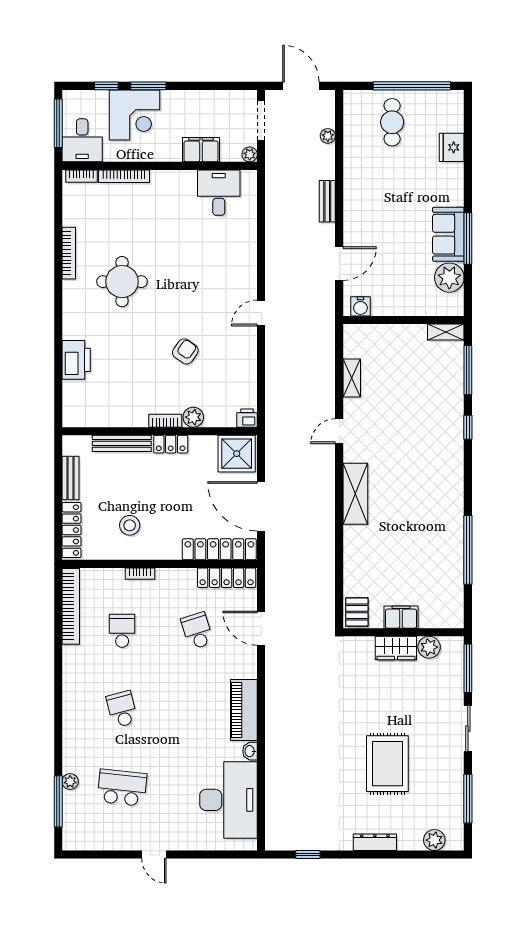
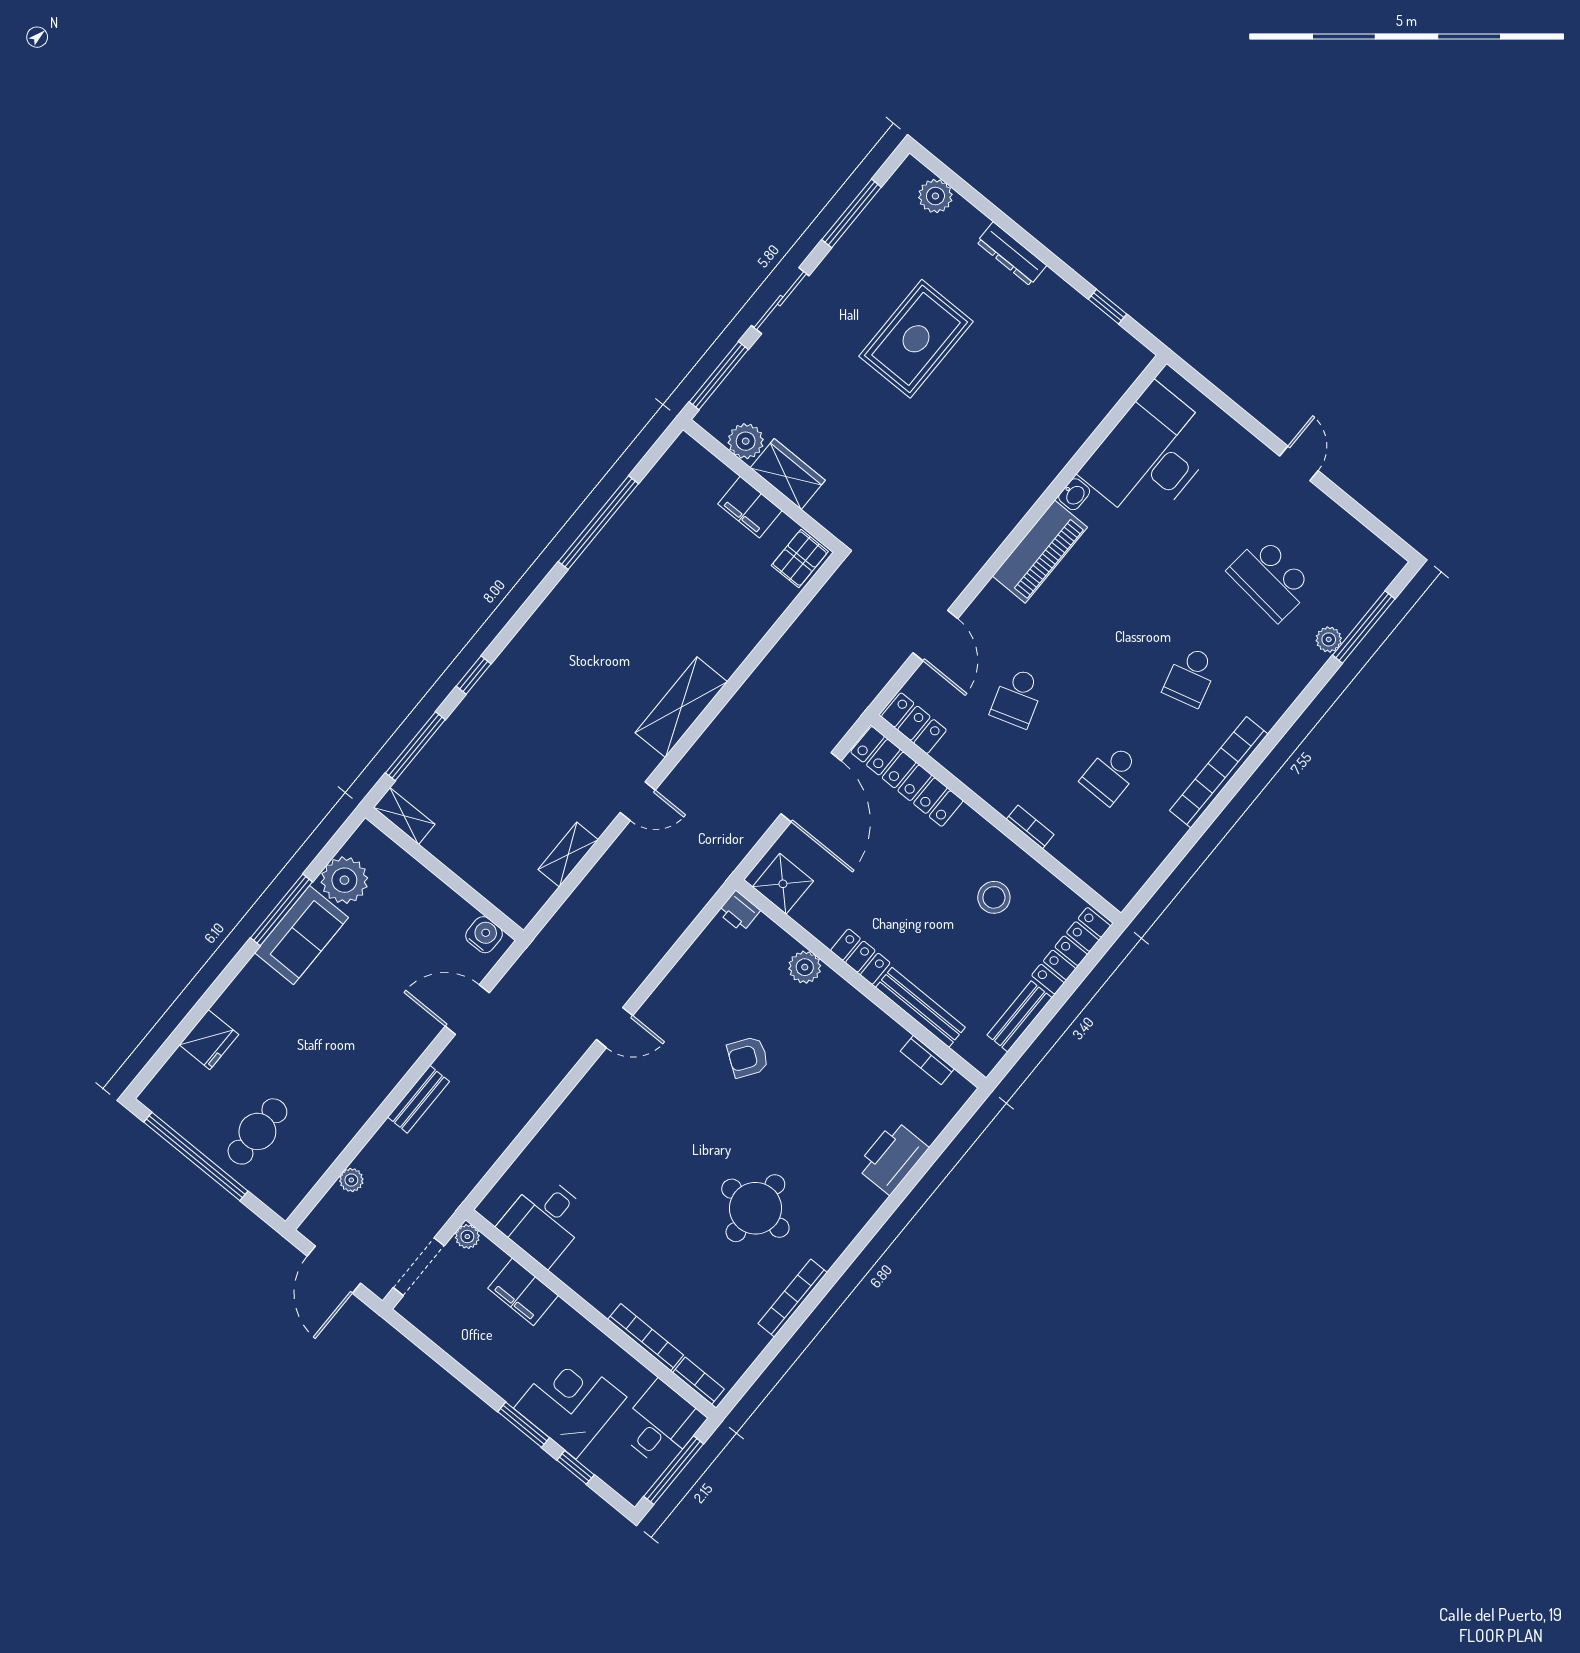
bookcase: (165, 421) -> (927, 1060), moved
shower: (237, 454) -> (783, 884), width x0.73, depth x0.73
locker: (227, 578) -> (914, 723), width x0.66
bookcase: (71, 606) -> (1219, 772), moved

